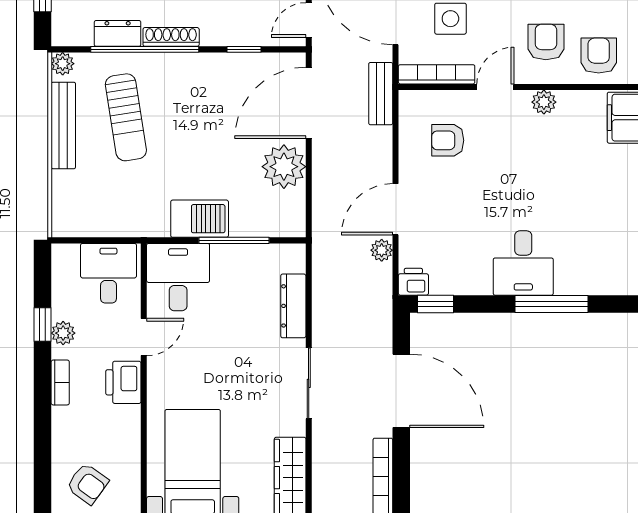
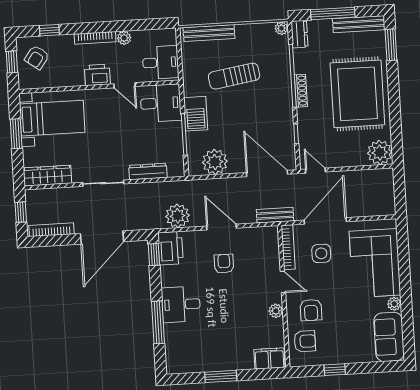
dresser: (118, 33) -> (300, 34), moved
armchair: (546, 42) -> (311, 310), turned 90
sun lounger: (126, 117) -> (234, 76), moved
bench: (63, 125) -> (209, 33), moved
armchair: (448, 140) -> (224, 264), moved
plant: (284, 167) -> (215, 162), moved
door: (396, 209) -> (222, 227), moved
plant: (382, 250) -> (178, 216), width x1.87, depth x1.87
printer: (413, 282) -> (170, 248), width x1.87, depth x1.48
window: (42, 325) -> (49, 30), moved
bookcase: (60, 382) -> (95, 38), width x1.56

